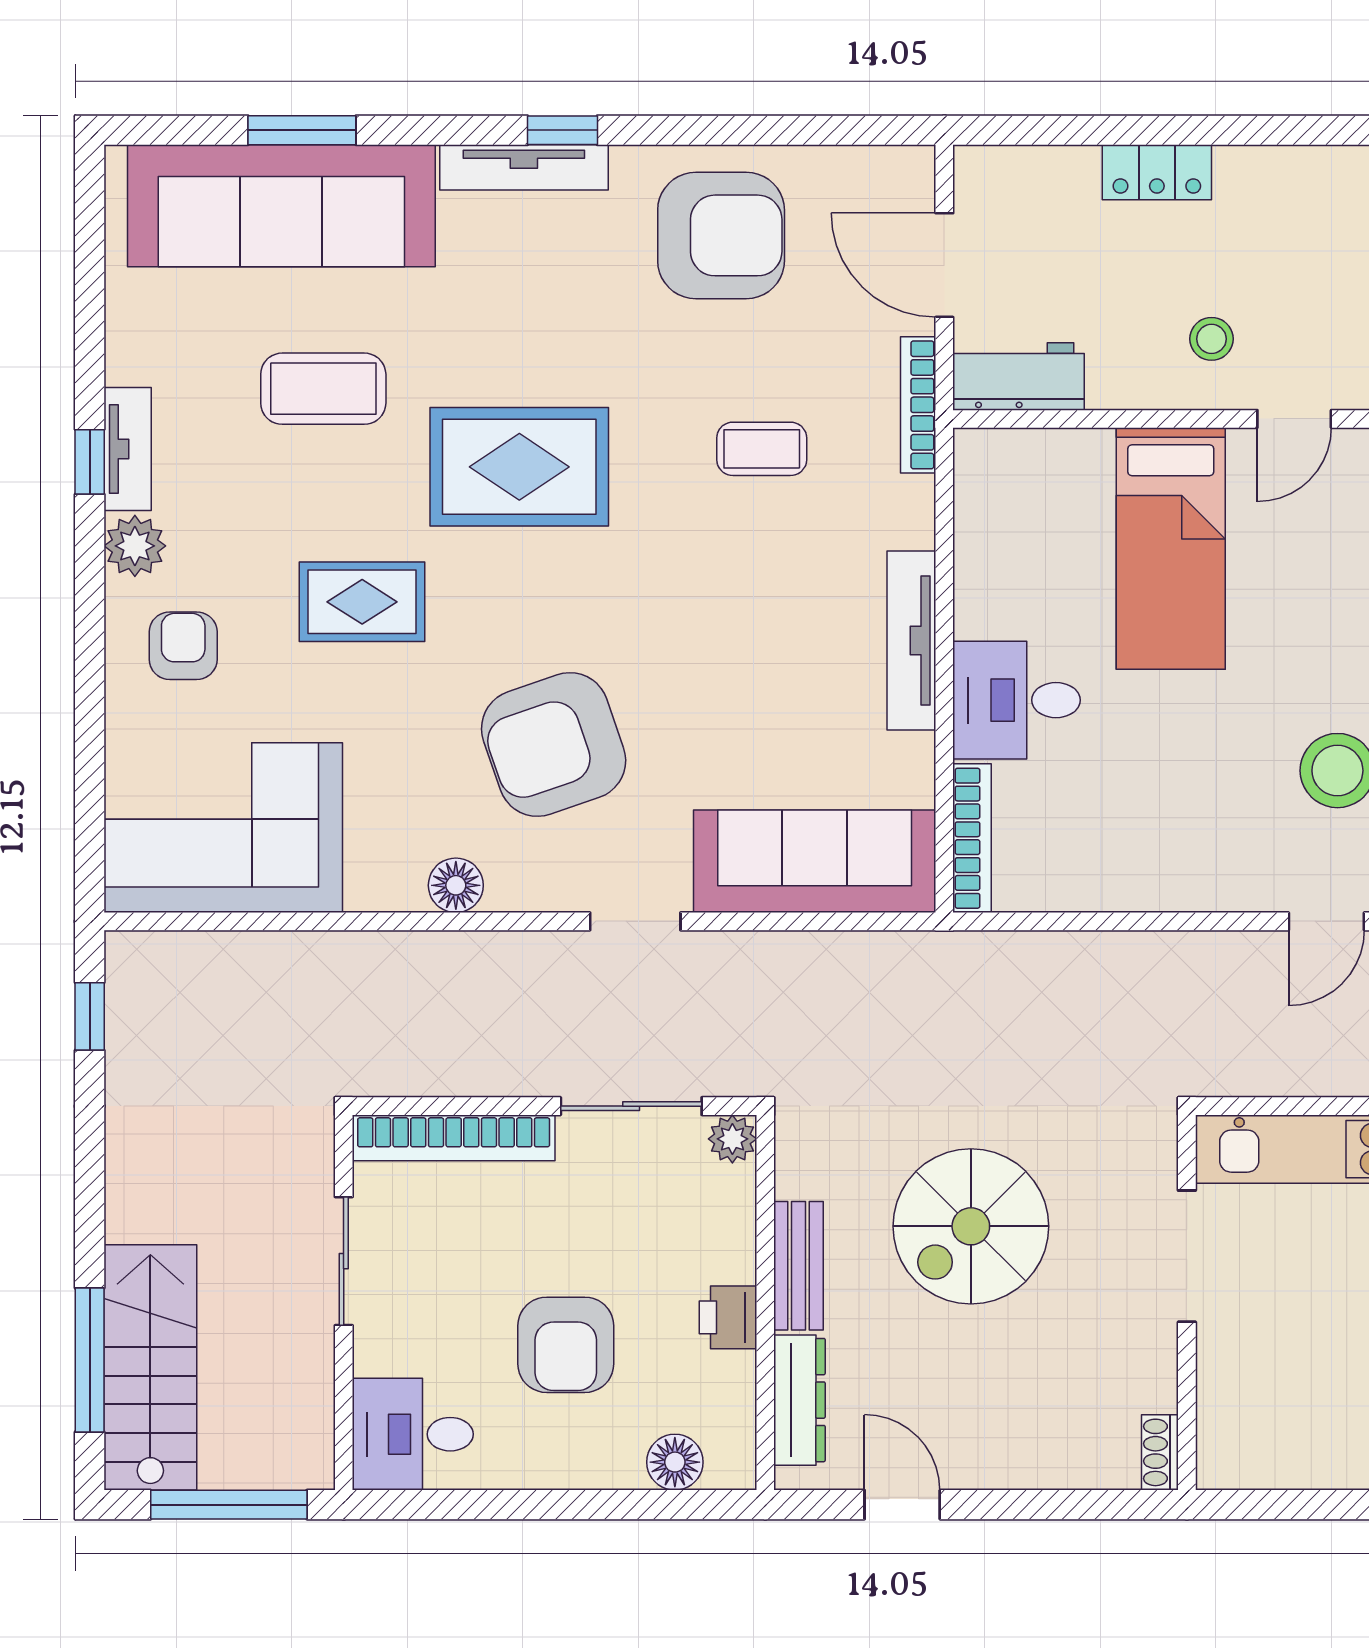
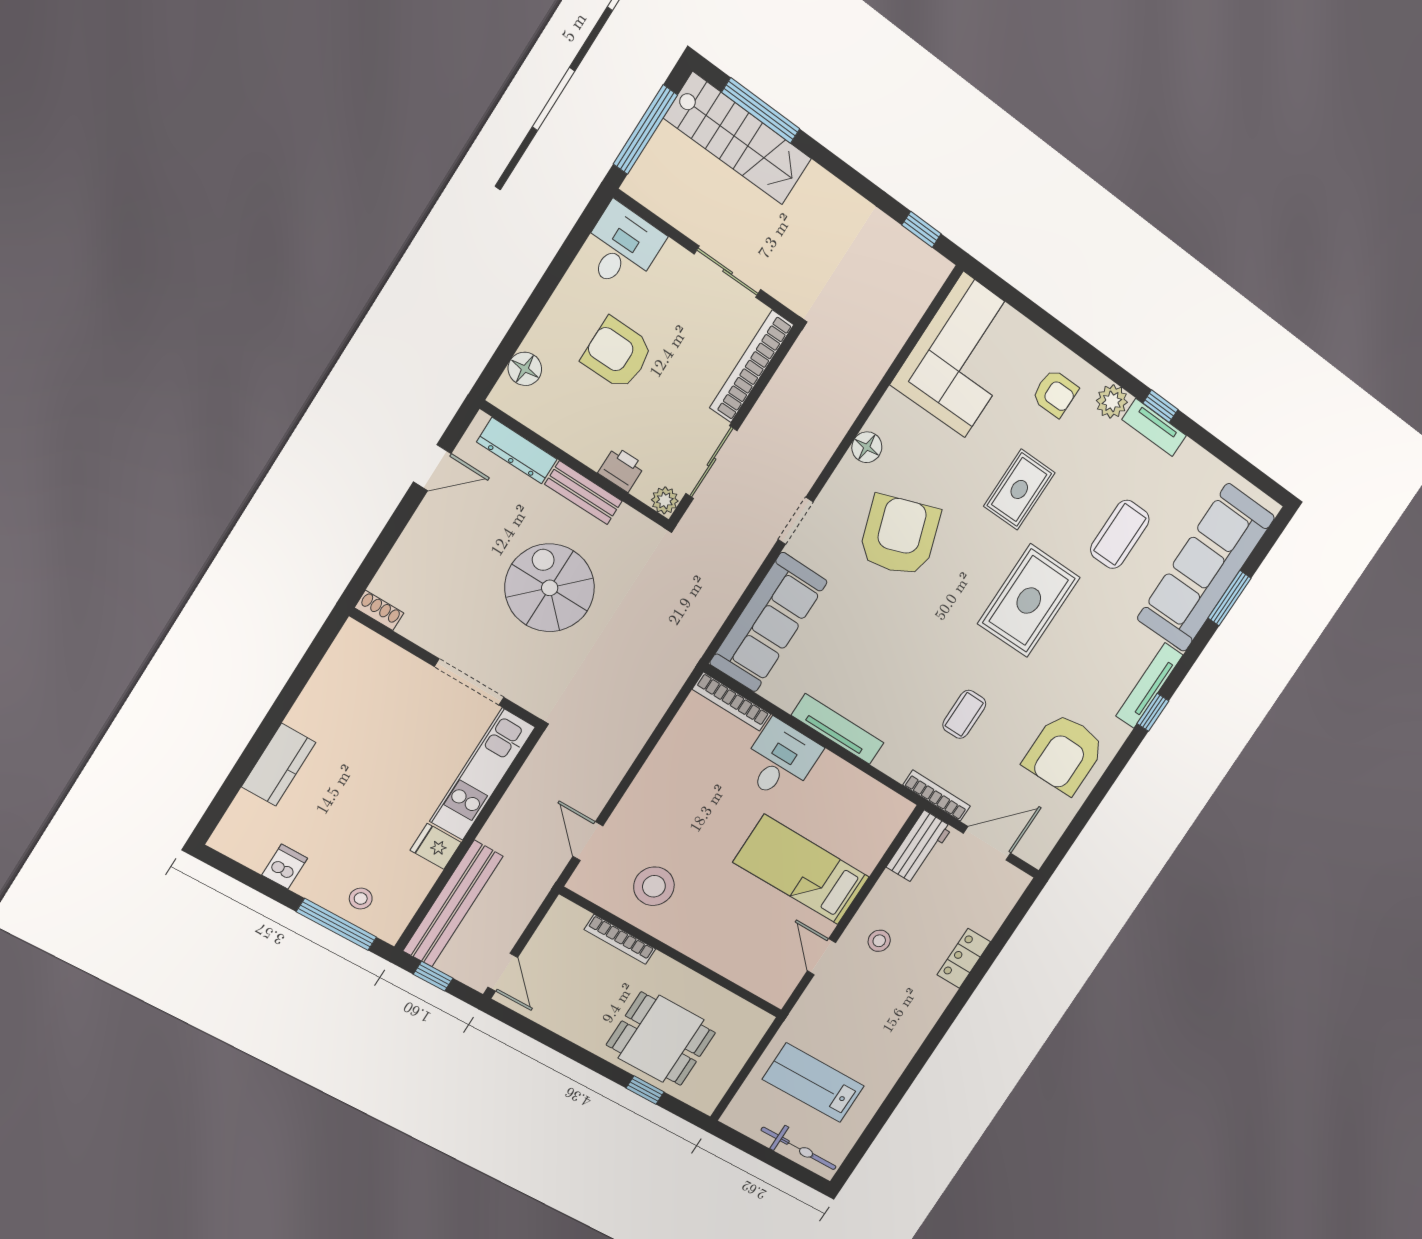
printer: (728, 1317) -> (621, 469), moved

